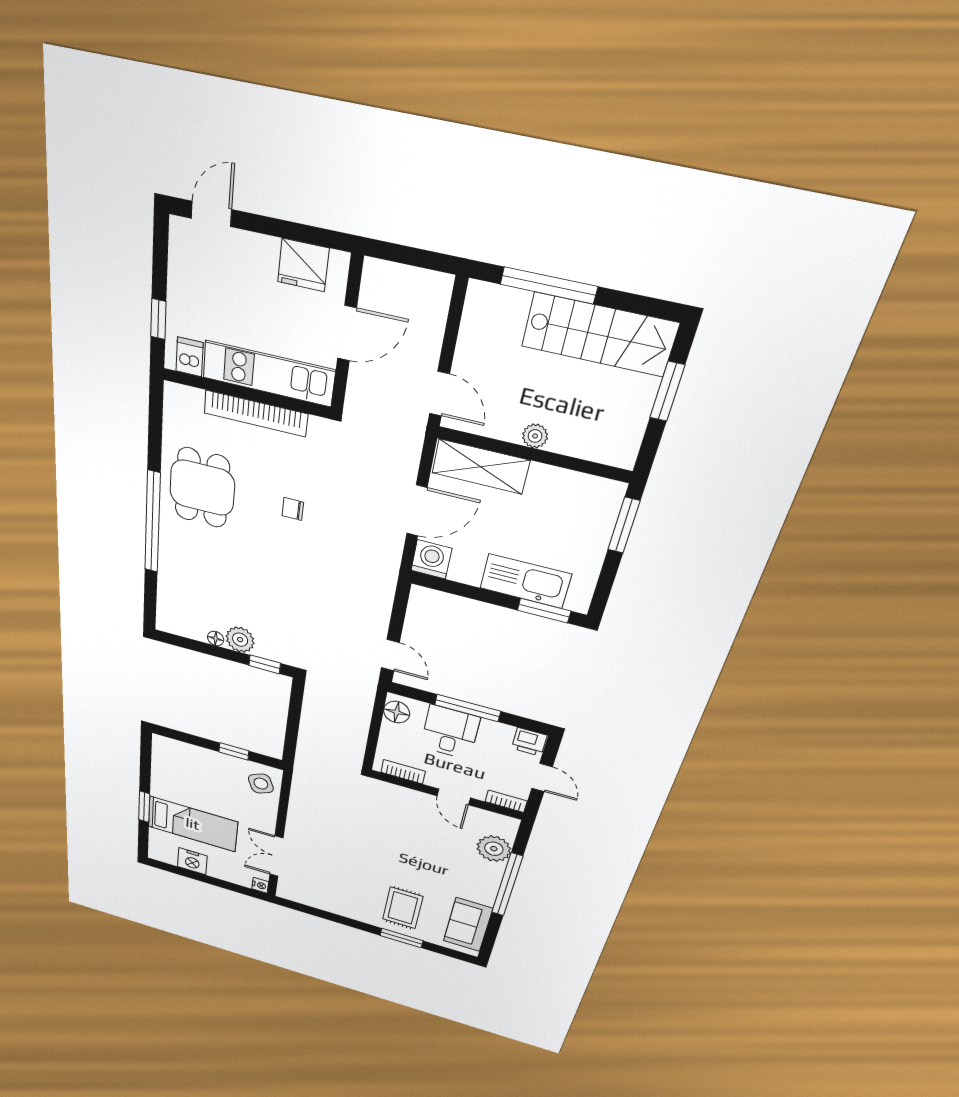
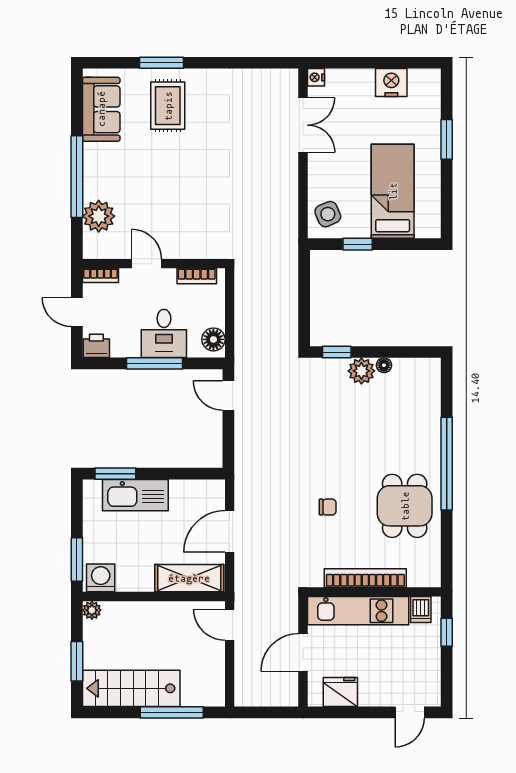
plant: (535, 436) -> (92, 610), moved
washing machine: (431, 559) -> (101, 578), moved, turned 180
bed: (193, 824) -> (393, 191), moved, turned 90

